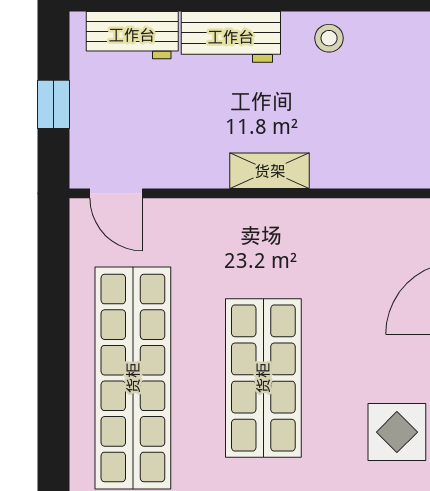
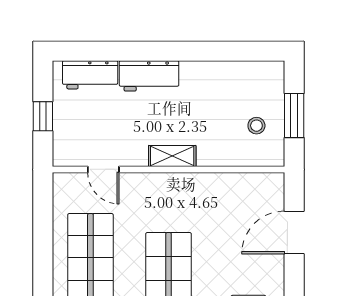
stool: (329, 38) -> (256, 126), moved
door: (116, 193) -> (103, 169), moved

